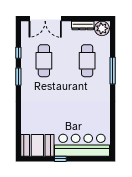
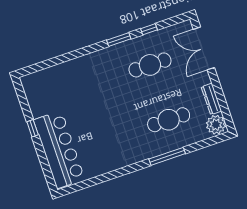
booth: (37, 145) -> (40, 93), removed

